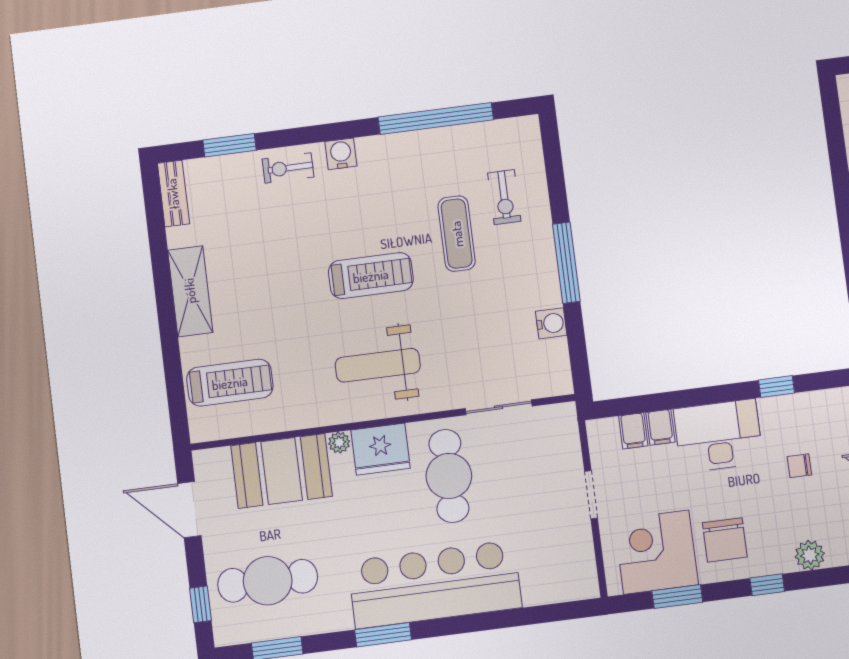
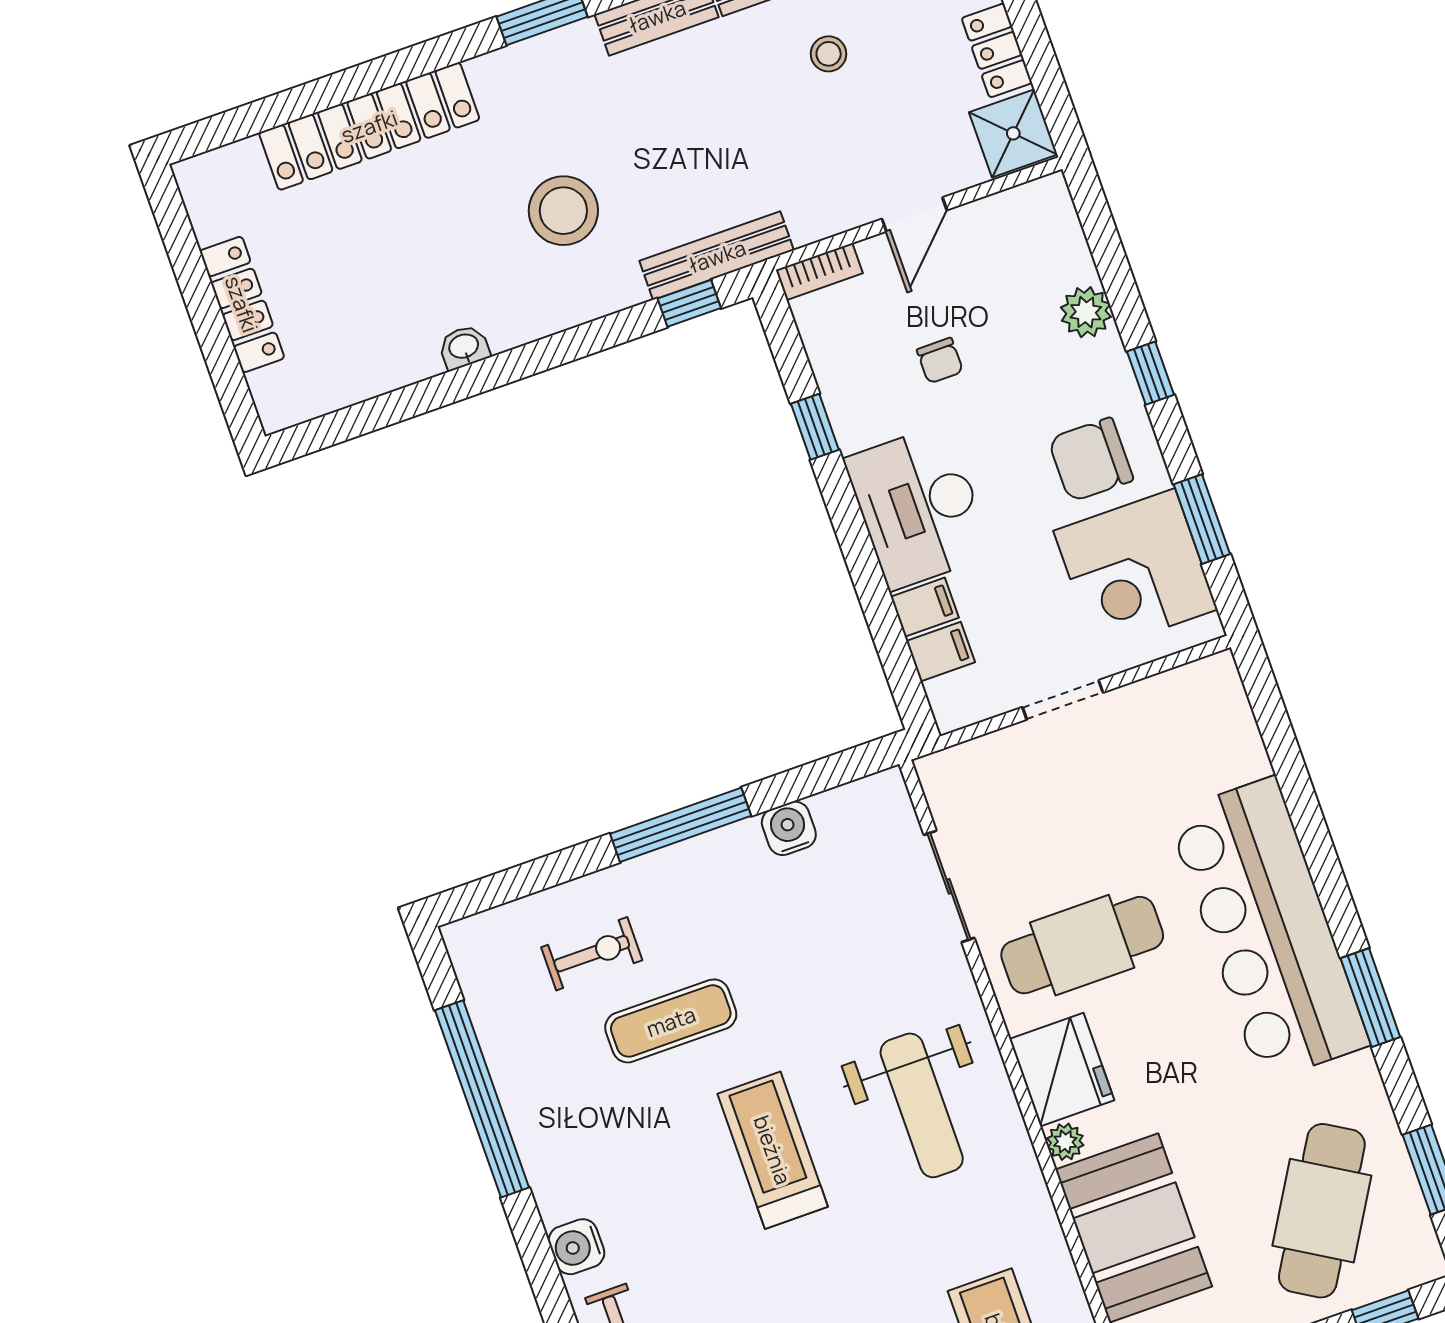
chair: (725, 540) -> (1091, 460), turned 180
cafe table: (268, 581) -> (1322, 1211), turned 31

